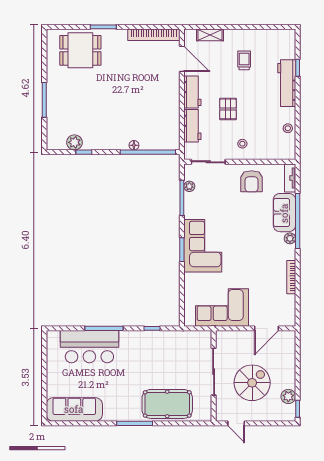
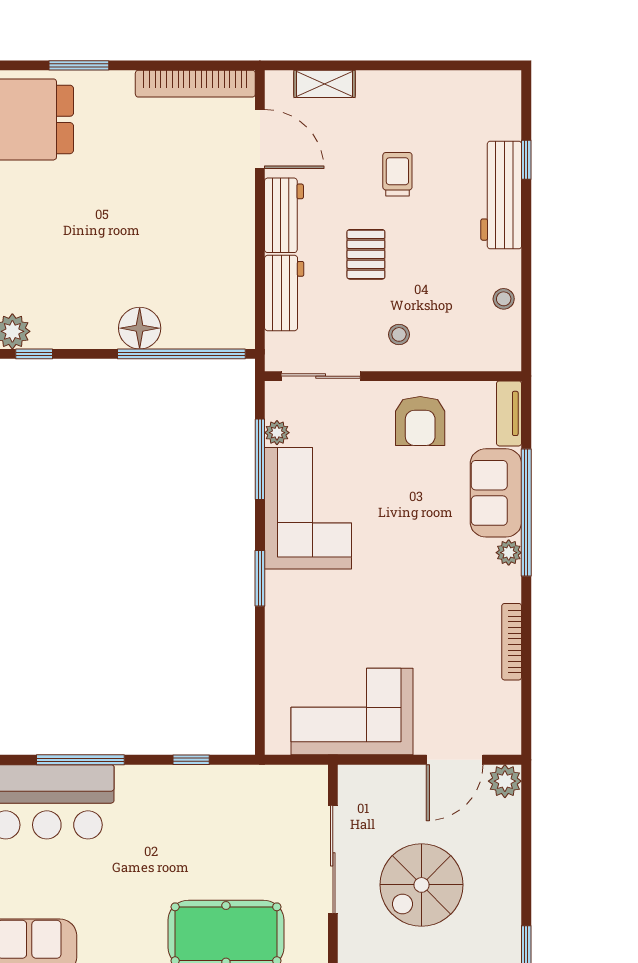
trolley: (244, 60) -> (397, 174), moved
floor lamp: (134, 145) -> (140, 328), width x1.89, depth x1.89
corner sofa: (203, 246) -> (308, 508), moved
spiral stairs: (252, 383) -> (422, 885), turned 180
plant: (288, 396) -> (505, 781), moved

